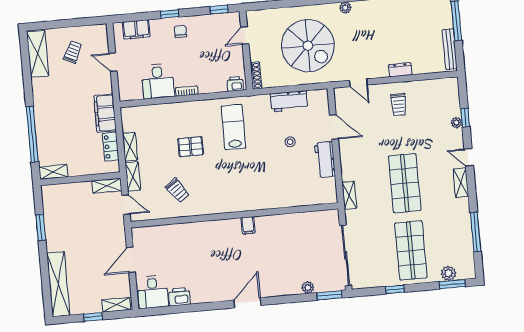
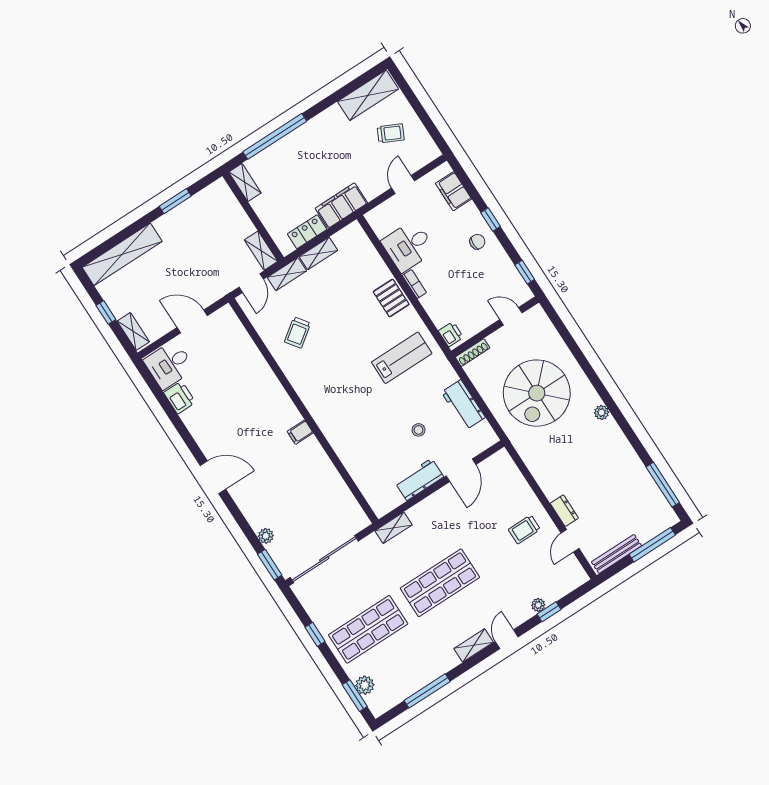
door: (359, 83) -> (570, 541), moved
pallet: (191, 147) -> (391, 298), moved

